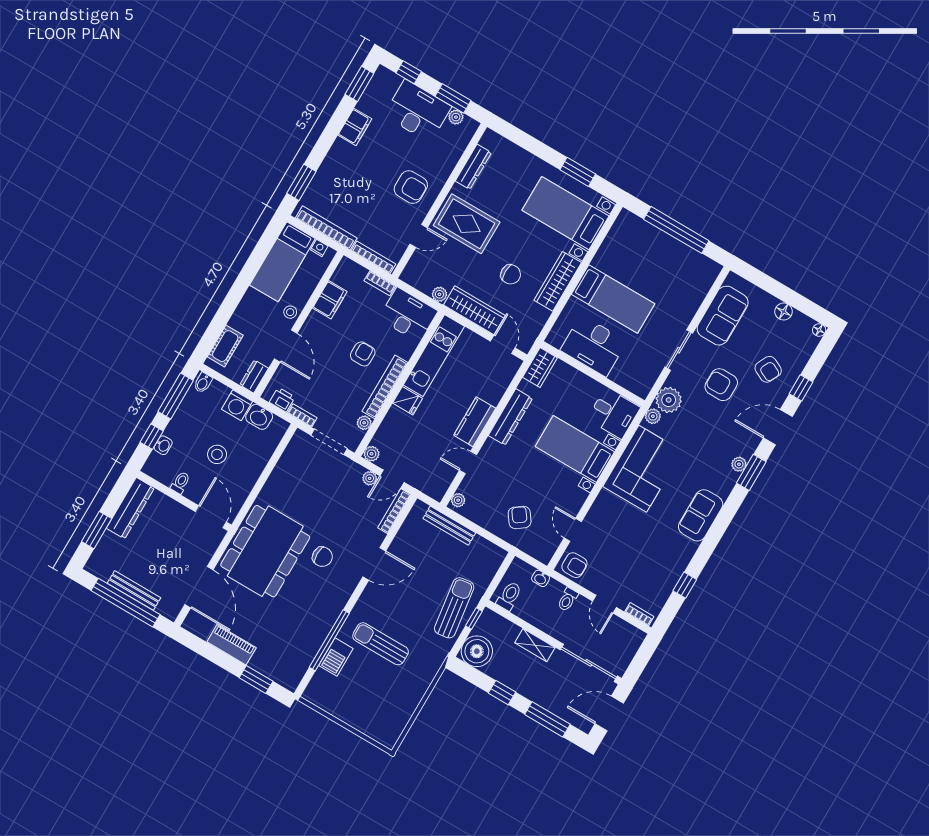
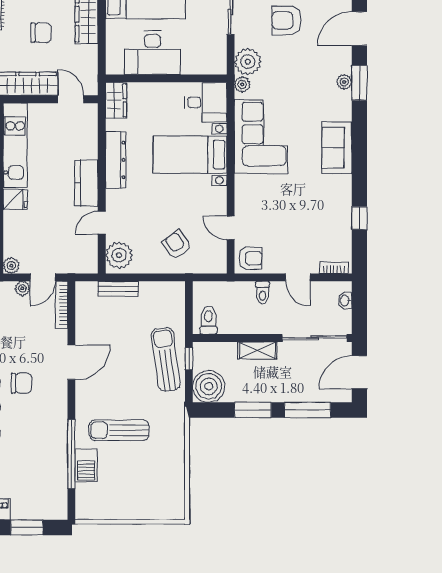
plant: (458, 500) -> (119, 255), width x1.88, depth x1.88
bench: (449, 526) -> (118, 289), width x0.73
washbasin: (541, 578) -> (345, 301), moved, turned 90
window: (502, 693) -> (253, 410), width x1.50

